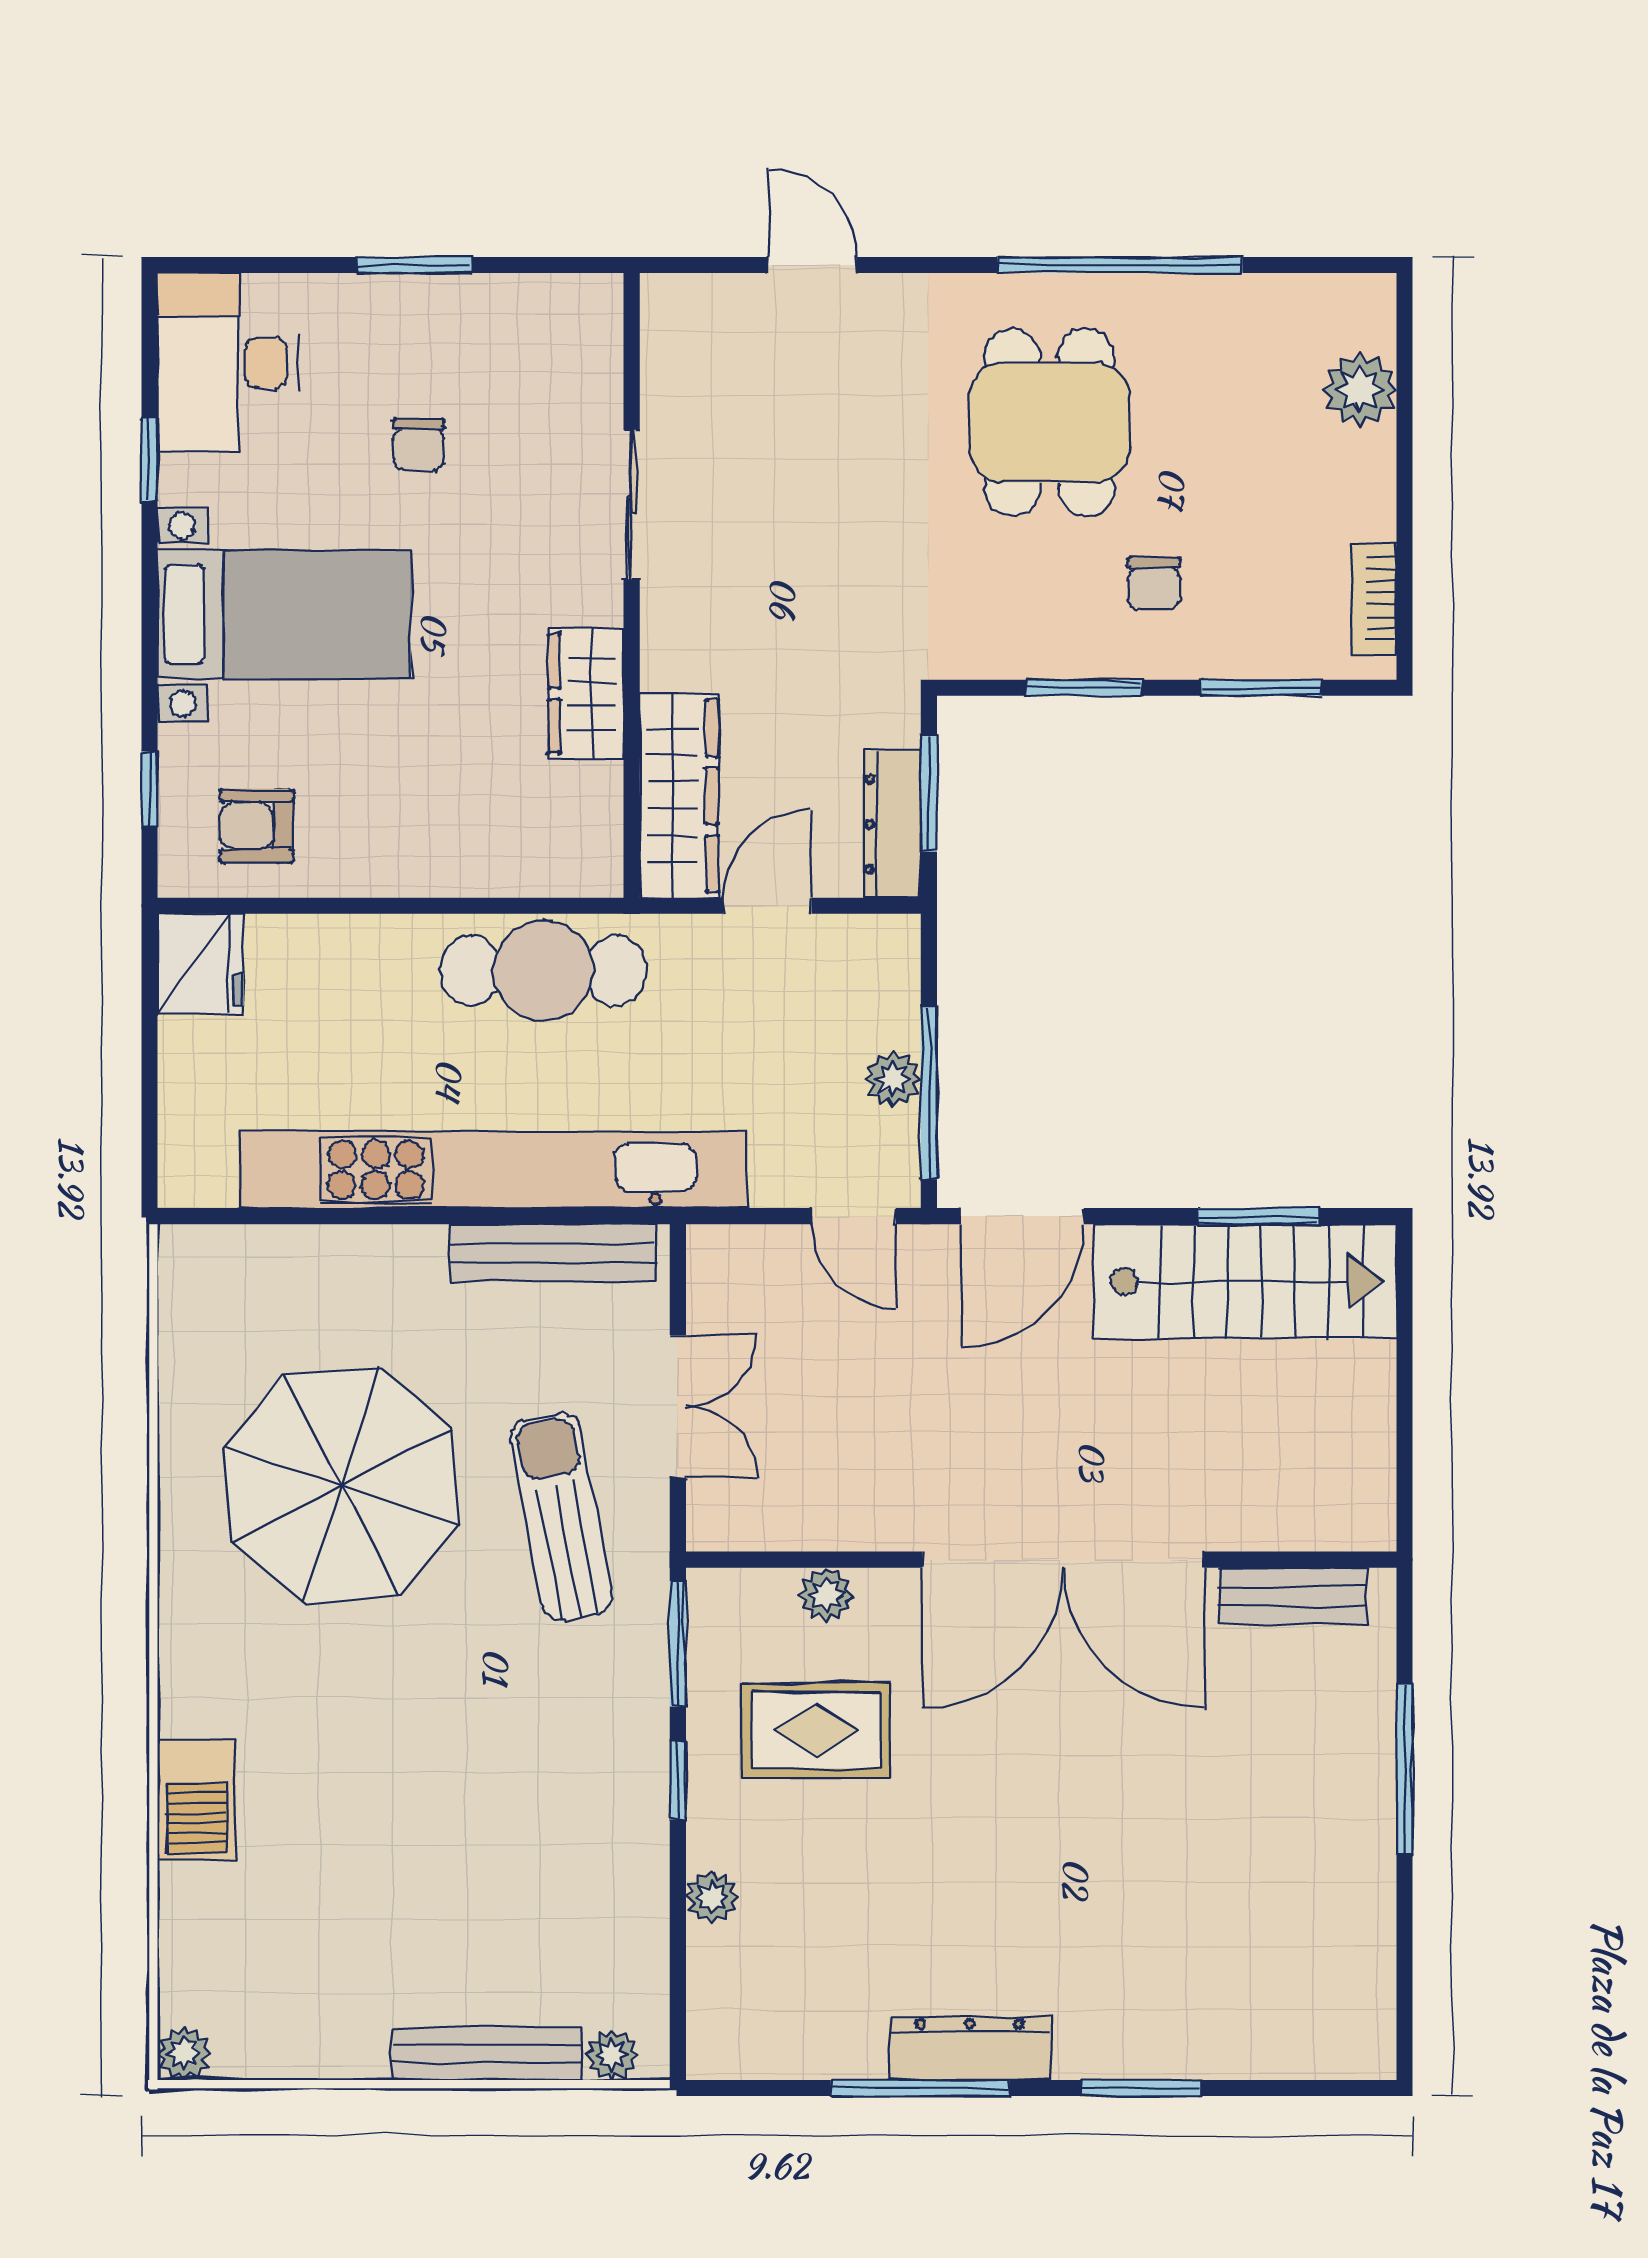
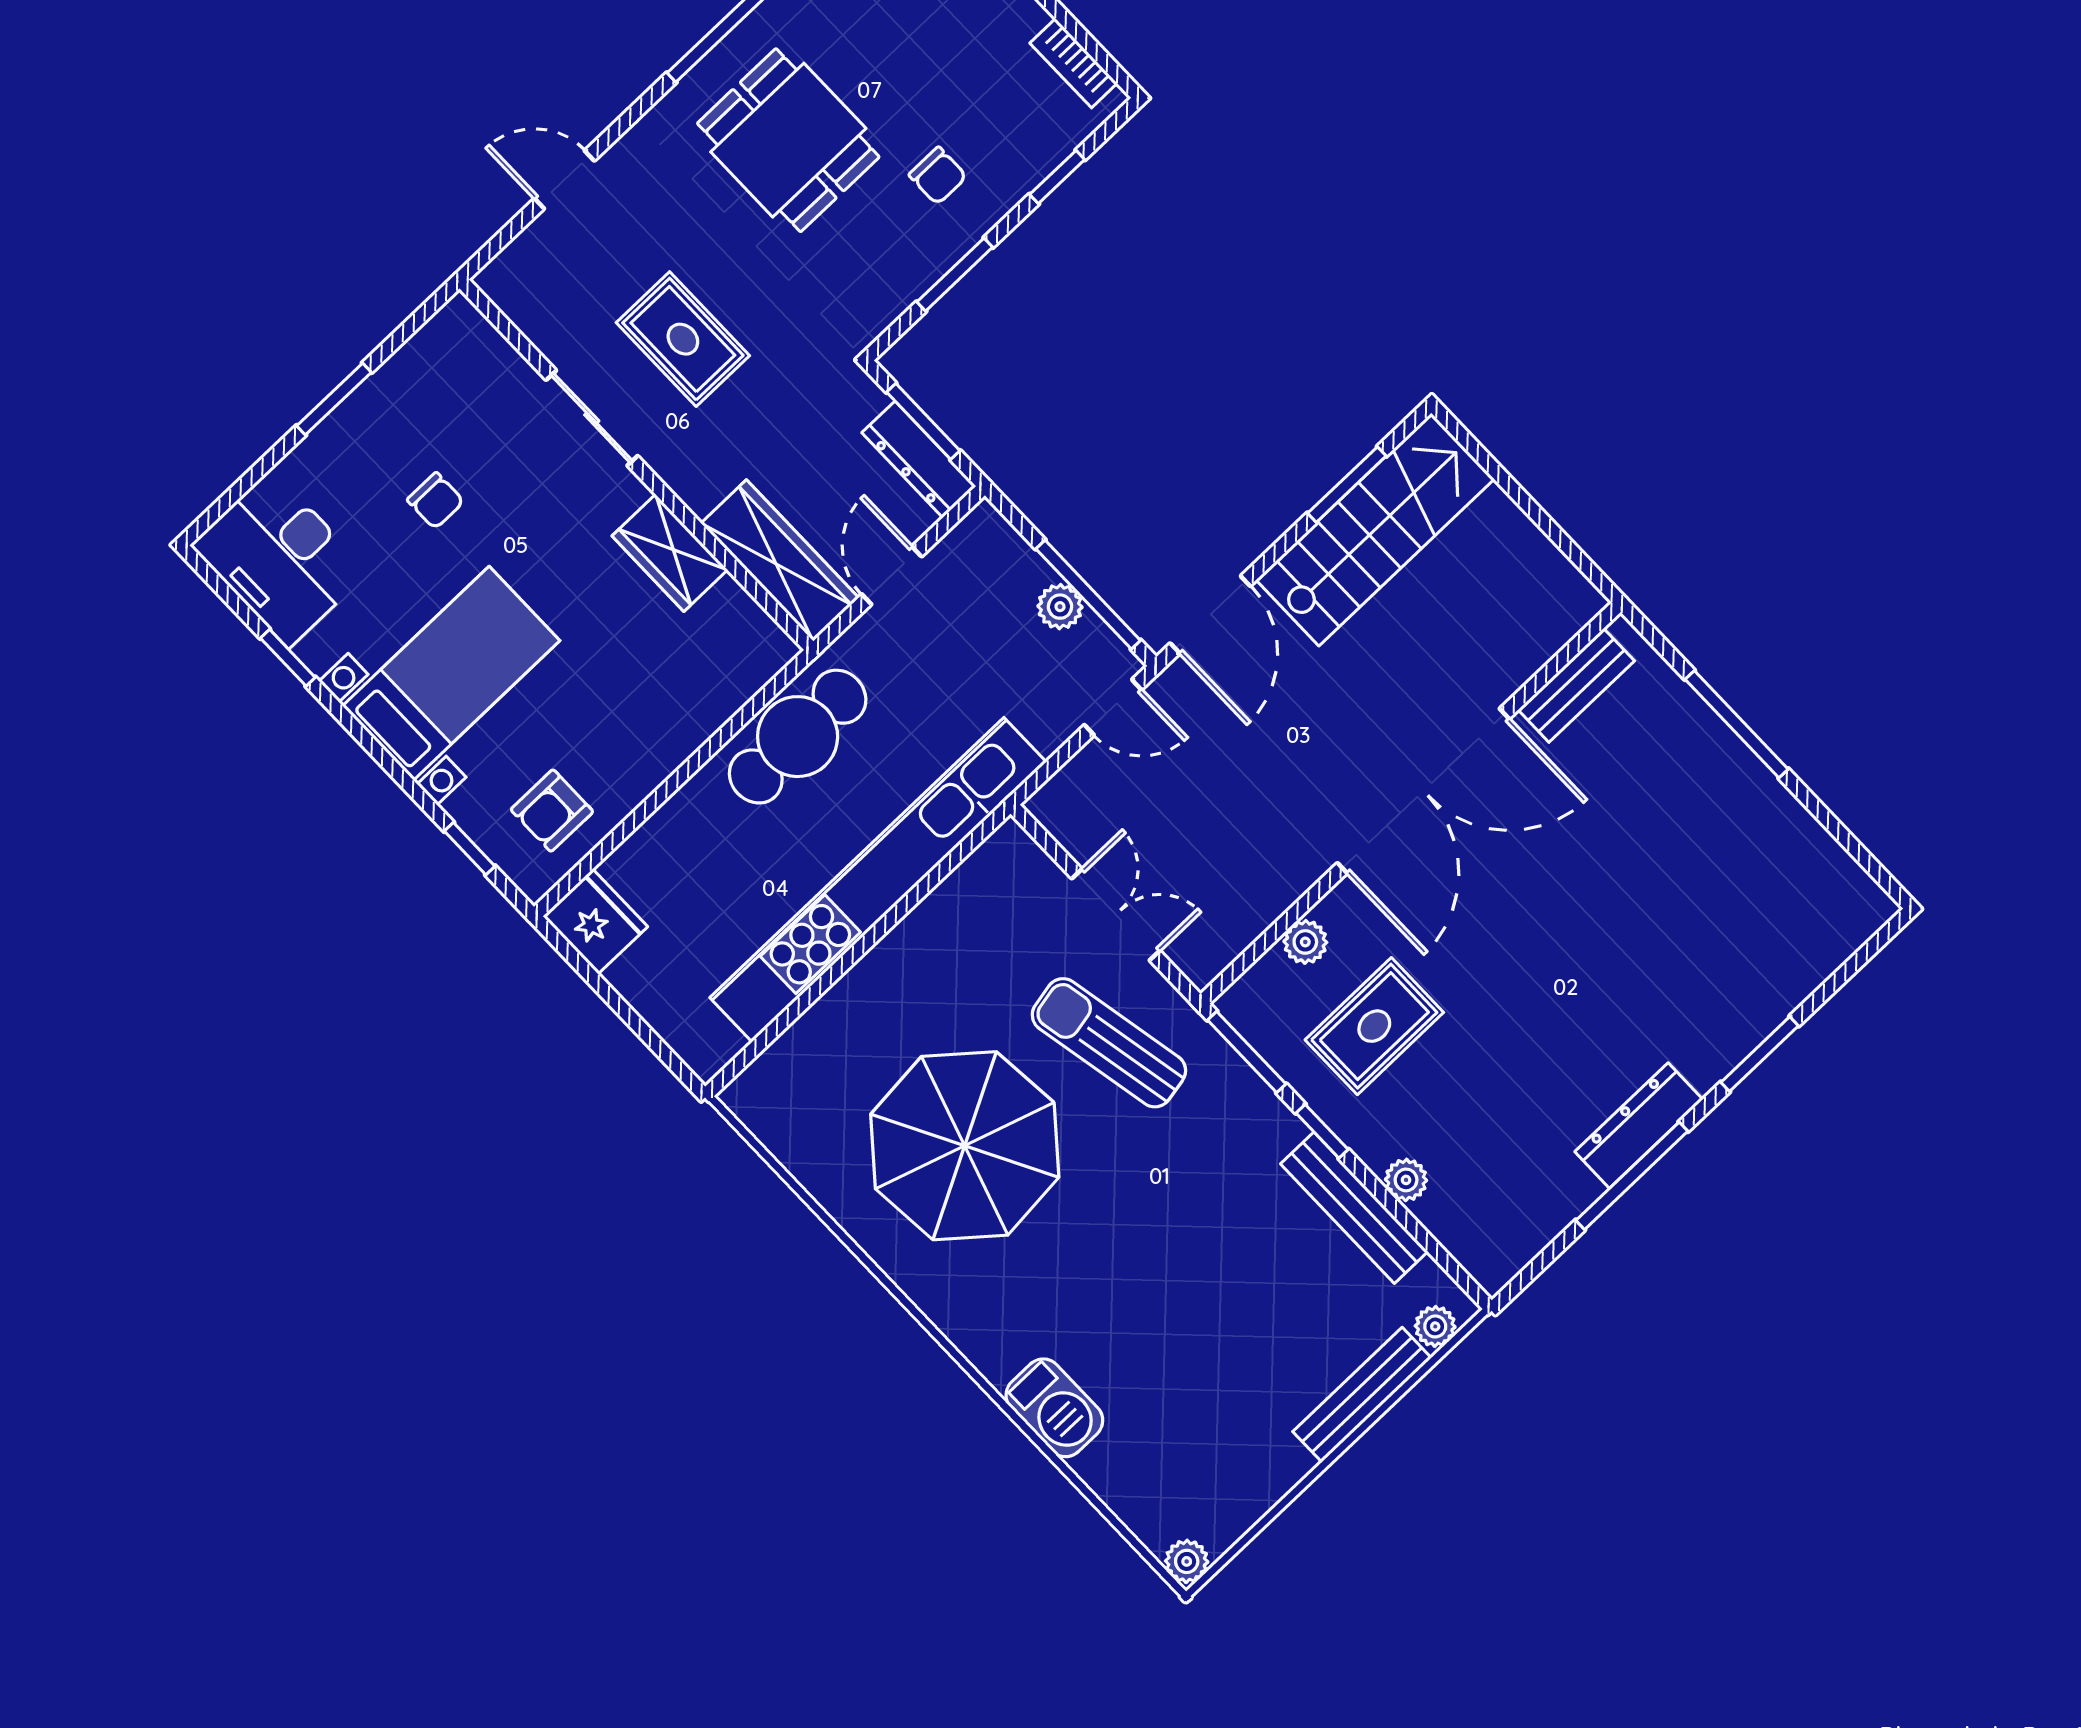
rug: (782, 512) -> (683, 339), added
window: (1261, 688) -> (1057, 177), width x0.67
bench: (553, 1253) -> (1354, 1208), moved, turned 90

